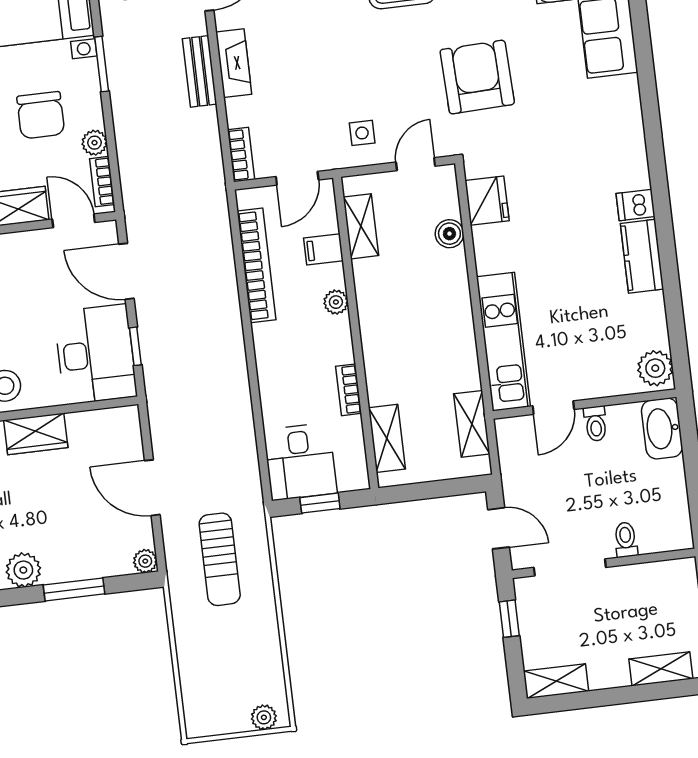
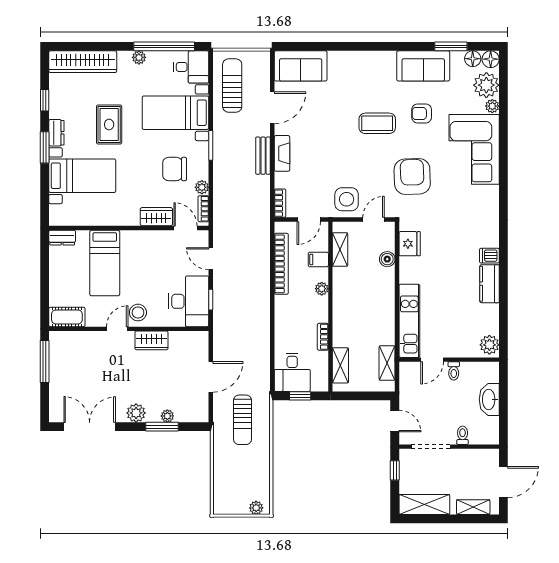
chair: (41, 115) -> (175, 169), turned 90
side table: (362, 133) -> (347, 199), width x1.87, depth x1.87
door: (126, 271) -> (211, 259), width x0.73
washbasin: (662, 429) -> (489, 400), moved
door: (152, 488) -> (211, 377), swing flipped
plant: (145, 561) -> (167, 416), moved
shelving: (556, 681) -> (424, 505), width x1.50, depth x1.33

